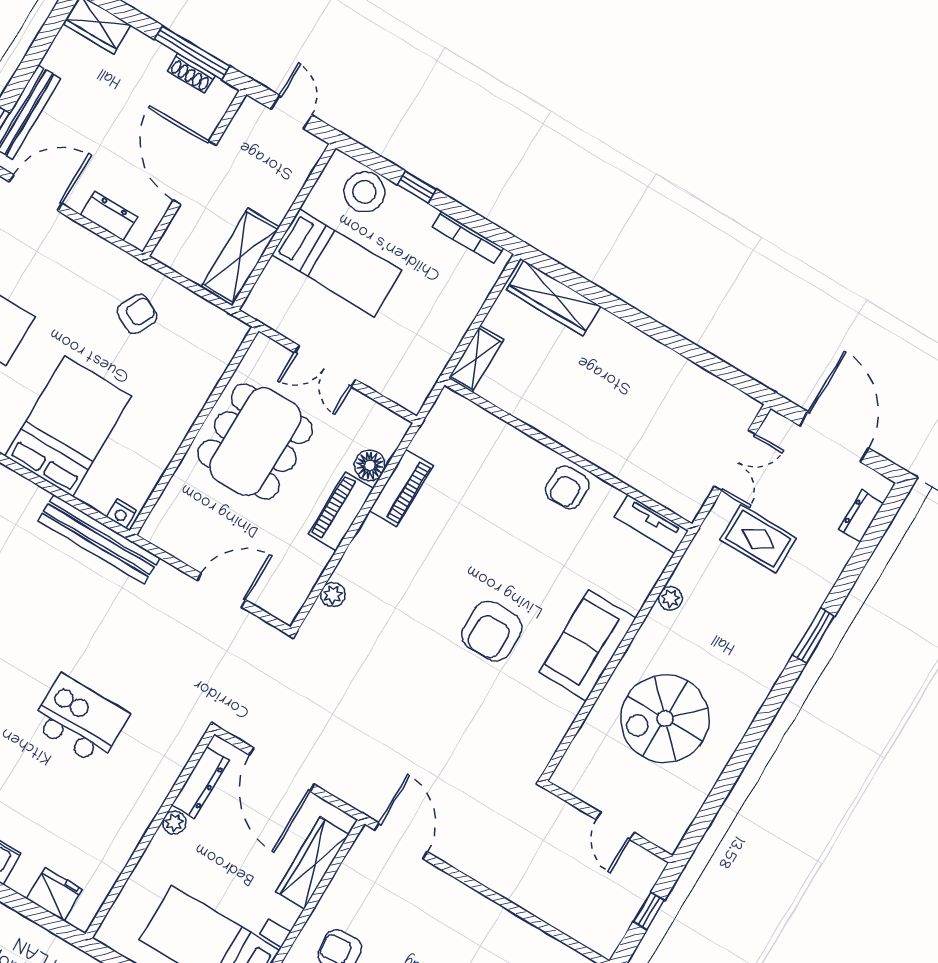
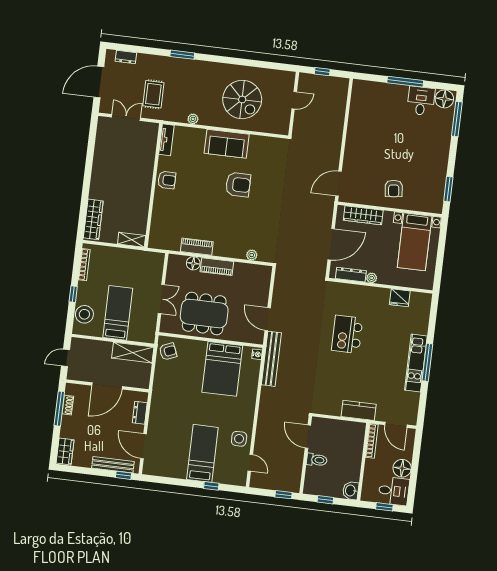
armchair: (137, 314) -> (168, 352), moved, turned 130
bed: (68, 426) -> (222, 369), moved, turned -90
door: (221, 590) -> (268, 319), moved
fridge: (54, 894) -> (400, 298), moved, turned -90

